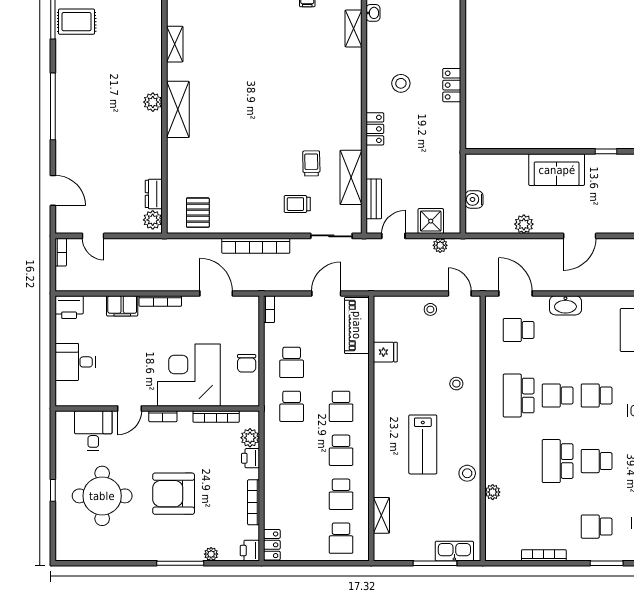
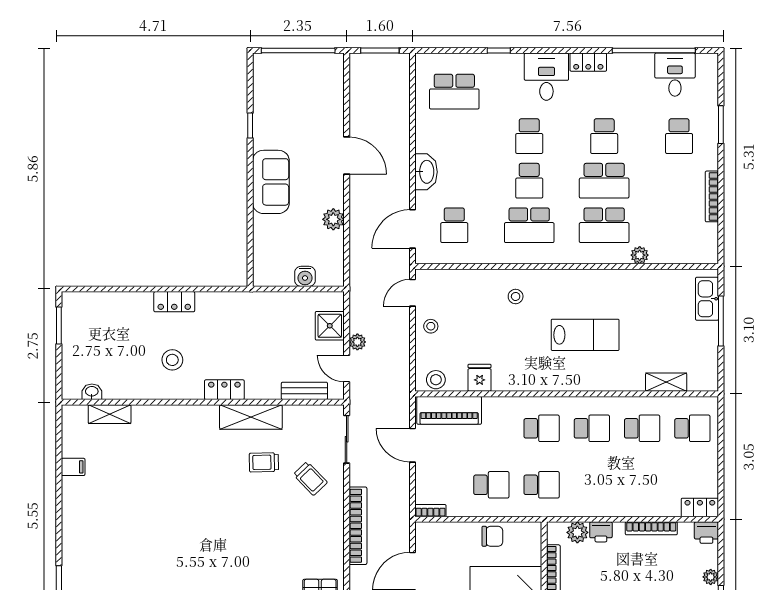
shelving: (351, 177) -> (251, 417), moved
trolley: (297, 204) -> (310, 478), turned -44
plant: (440, 245) -> (357, 342), moved
school desk: (519, 461) -> (604, 225), added
stool: (467, 473) -> (436, 380), moved

